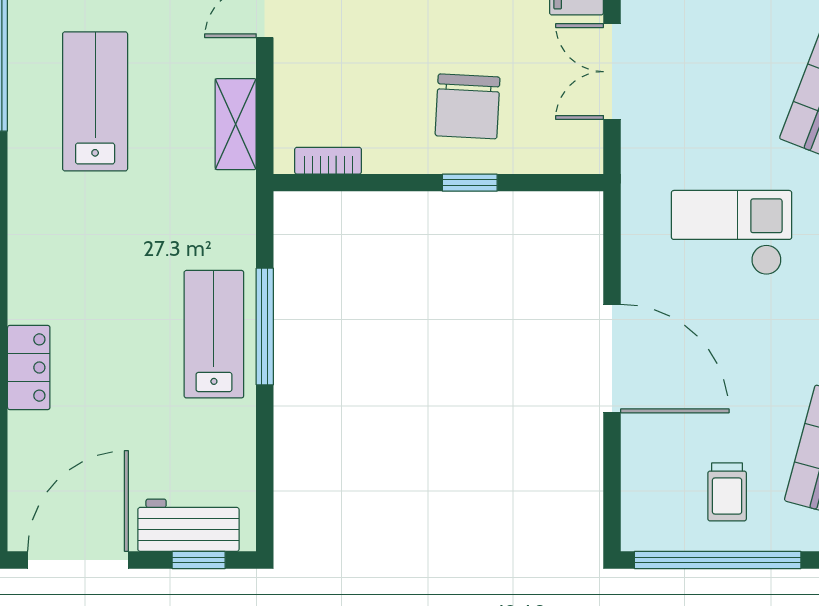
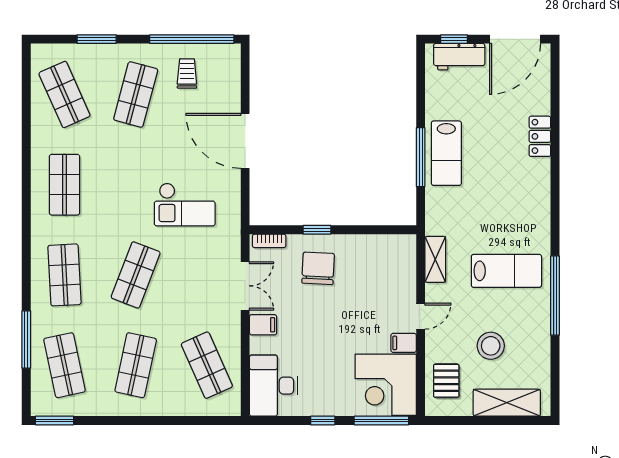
lab bench: (95, 101) -> (506, 271), turned -90
bookcase: (328, 161) -> (269, 241), moved

